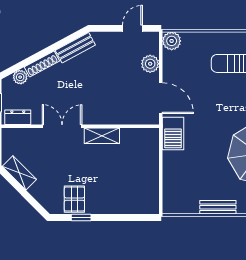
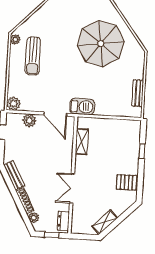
door: (161, 98) -> (55, 114), swing flipped
shelving: (102, 136) -> (82, 142), moved
bench: (218, 207) -> (138, 93), moved
window: (81, 217) -> (142, 151), moved

